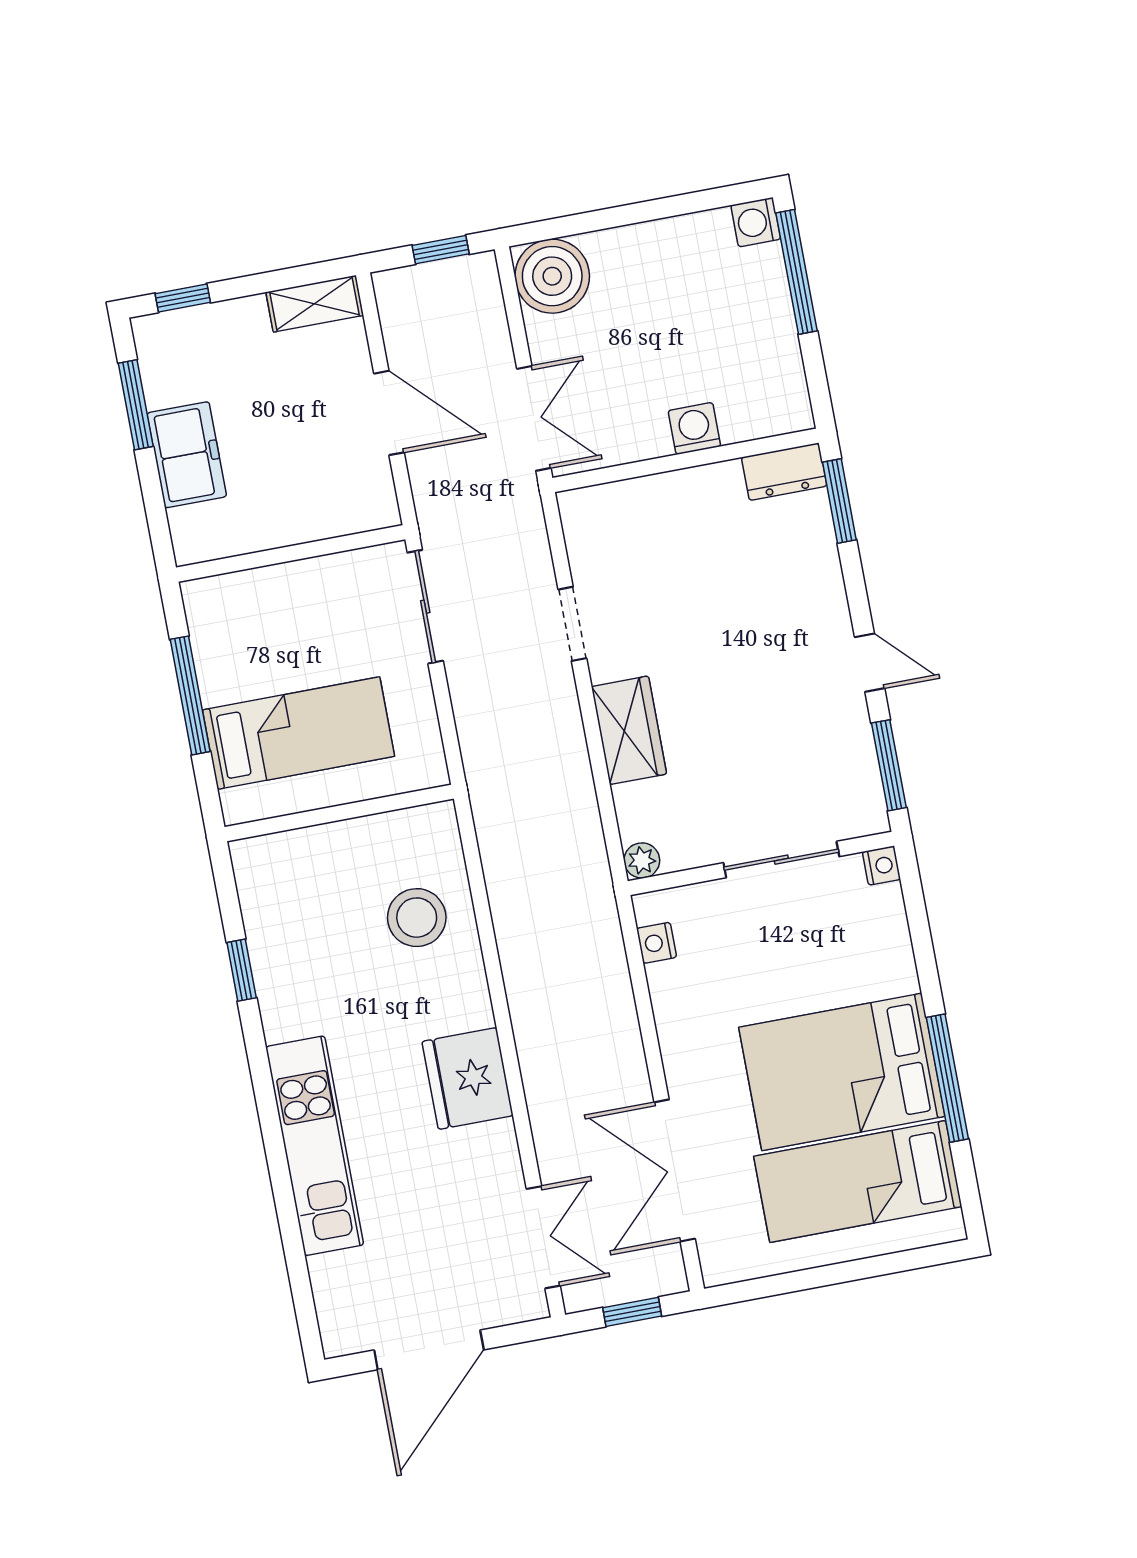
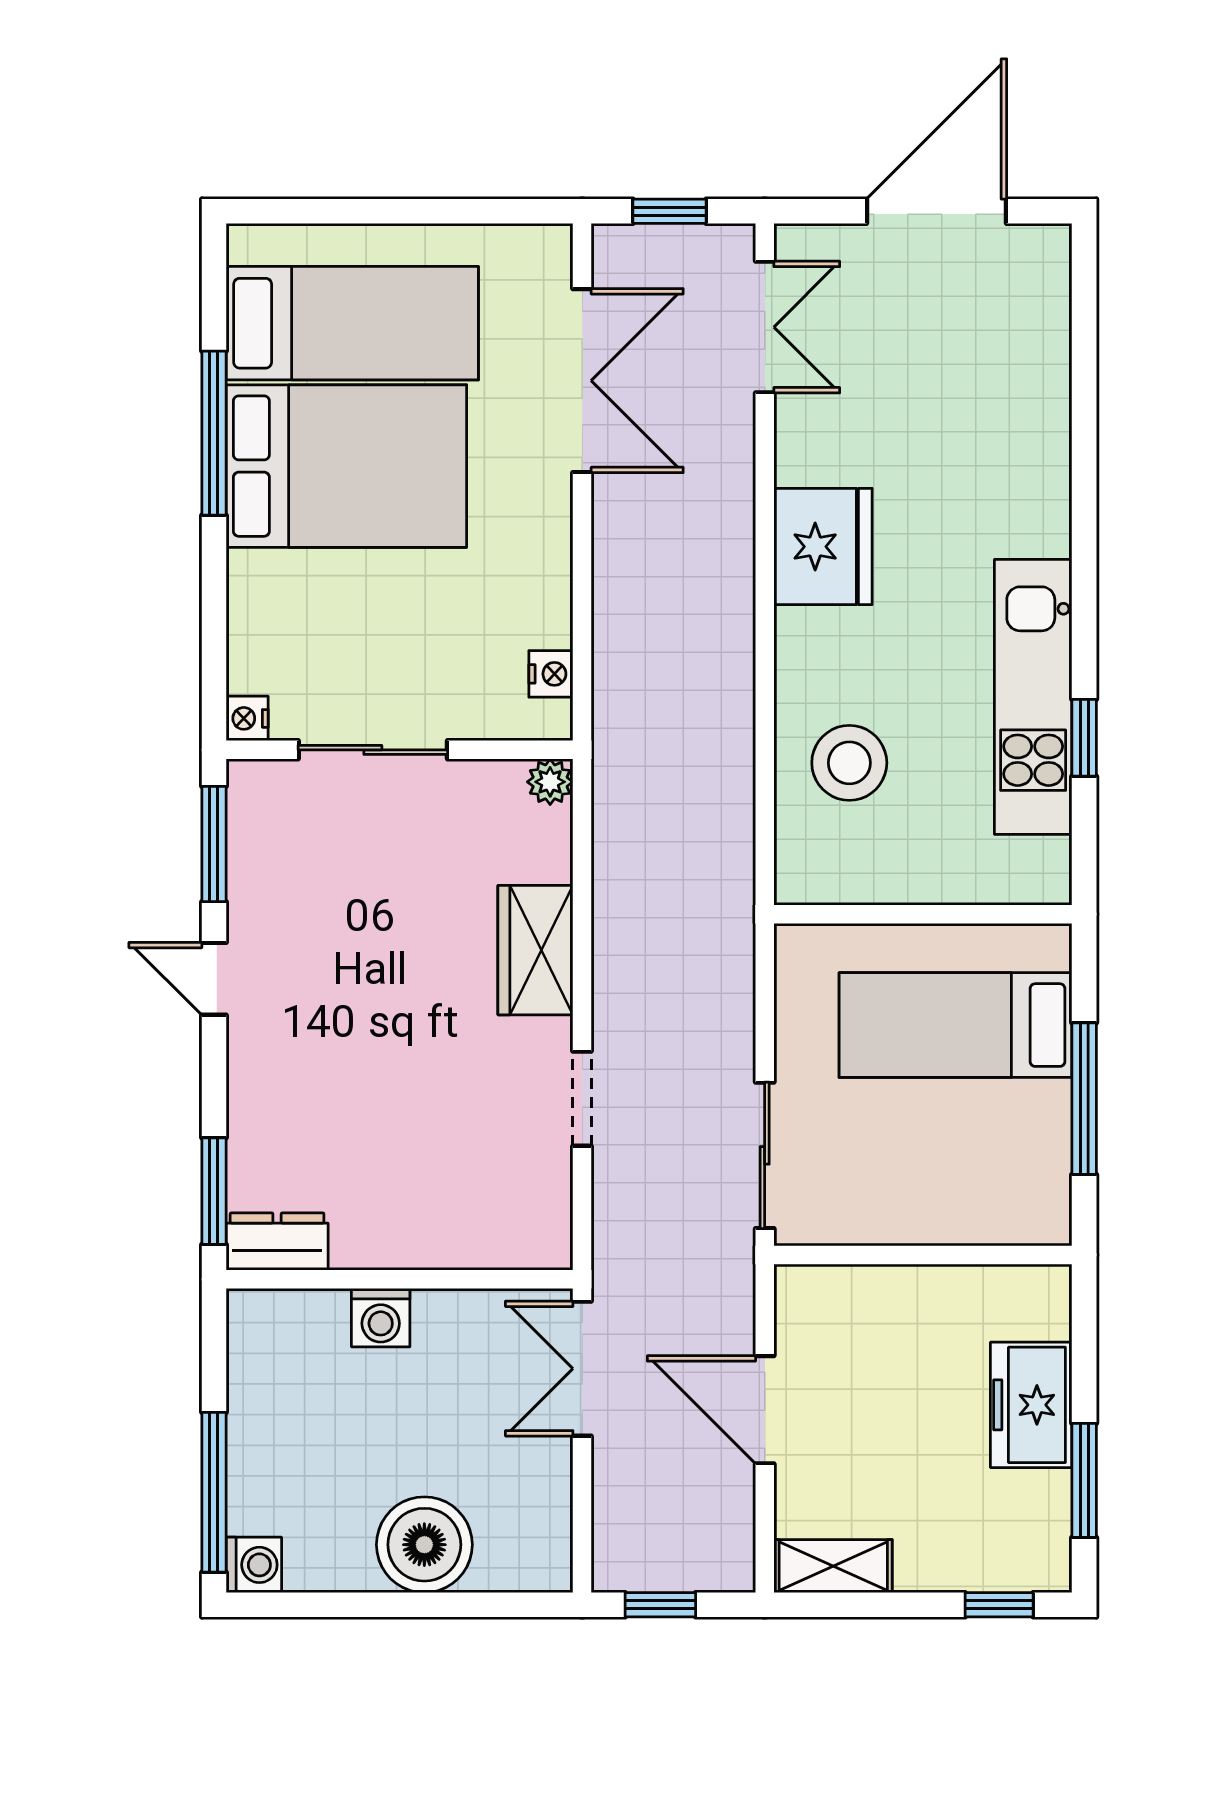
boiler: (552, 276) -> (424, 1545), moved
kitchen unit: (315, 1146) -> (1033, 697), moved
double door: (543, 1237) -> (765, 327), swing flipped

